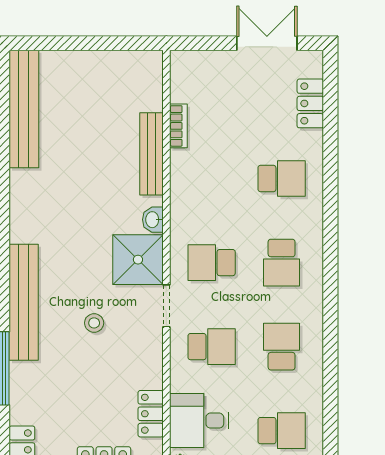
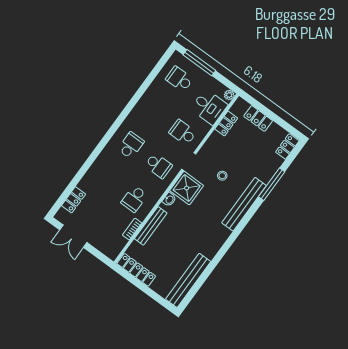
locker: (122, 64) -> (136, 270), added
school desk: (282, 179) -> (134, 199), moved, turned -90
school desk: (282, 347) -> (155, 112), removed

